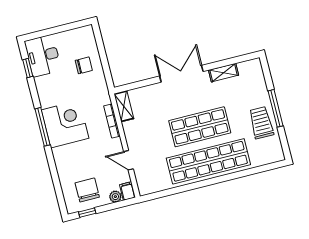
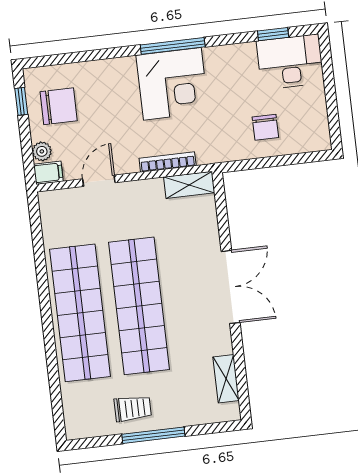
shelving: (224, 73) -> (226, 379), moved
trolley: (261, 123) -> (133, 408), width x0.73, depth x0.72
shop shelf: (200, 127) -> (139, 306), width x1.40

